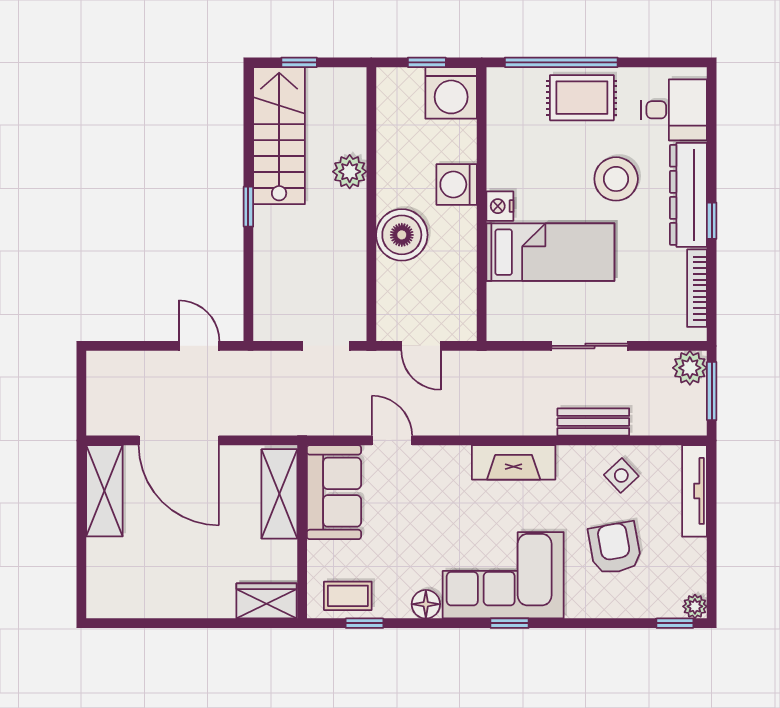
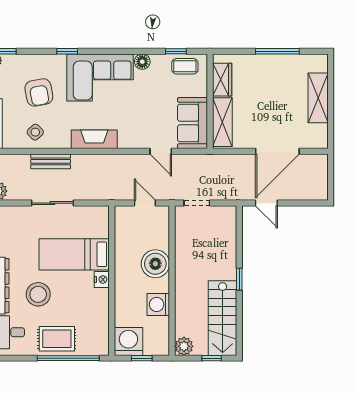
plant: (350, 172) -> (184, 346), moved
washing machine: (457, 184) -> (158, 304), moved, turned 180
door: (179, 440) -> (277, 151), swing flipped
shelving: (104, 491) -> (318, 98), moved
wardrobe: (266, 601) -> (222, 80), moved, turned -90
window: (179, 623) -> (277, 51), added
window: (510, 623) -> (67, 51), moved

